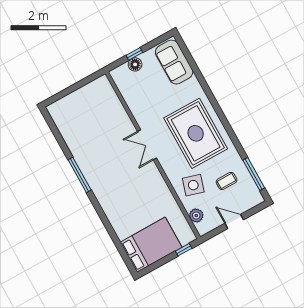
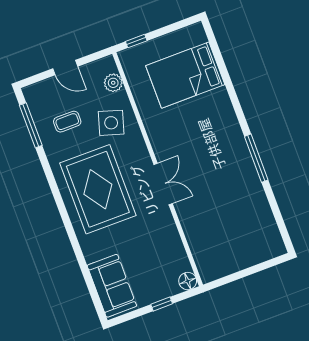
floor lamp: (135, 64) -> (188, 281), moved
bed: (151, 245) -> (185, 75), moved

